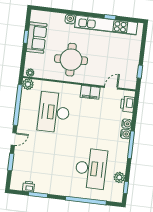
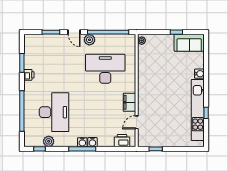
sofa: (37, 38) -> (189, 43), moved
round table: (71, 60) -> (159, 79), removed
plant: (28, 84) -> (89, 40), moved
door: (111, 88) -> (137, 122), swing flipped
water cooler: (127, 124) -> (82, 142), moved
desk: (91, 168) -> (54, 112), turned -90
printer: (28, 186) -> (29, 75), moved

